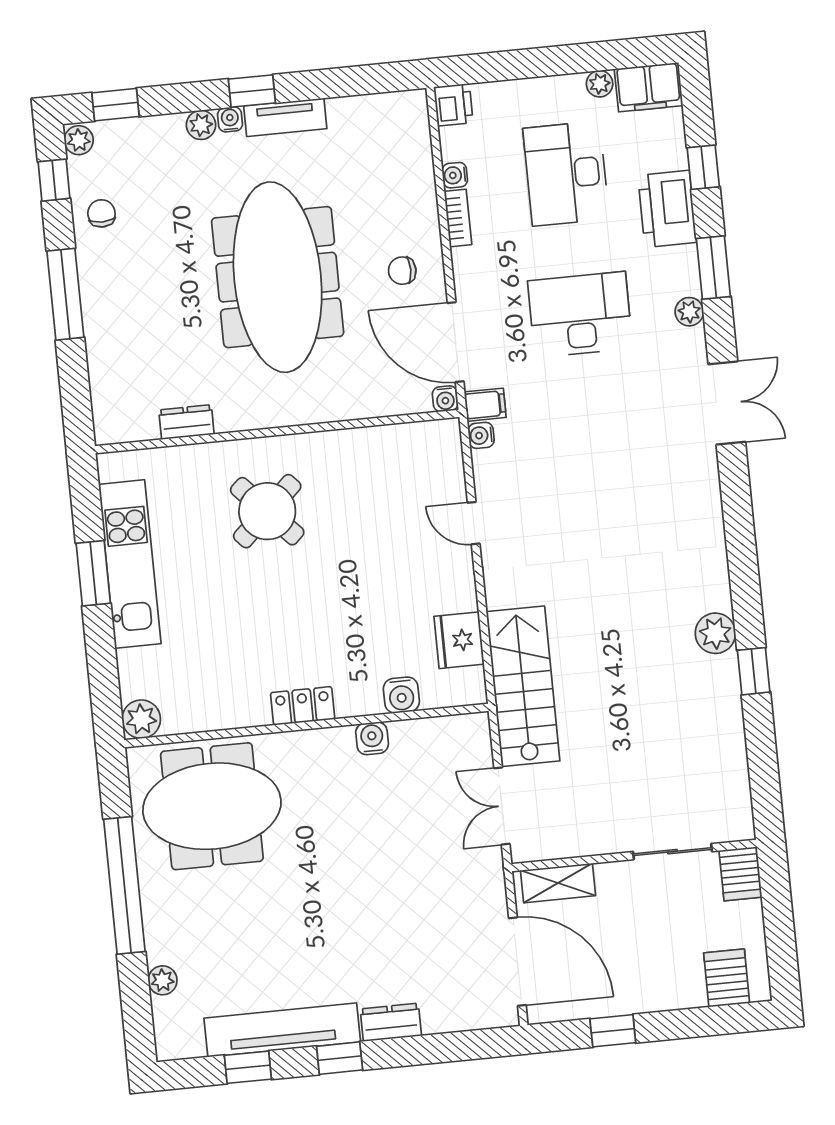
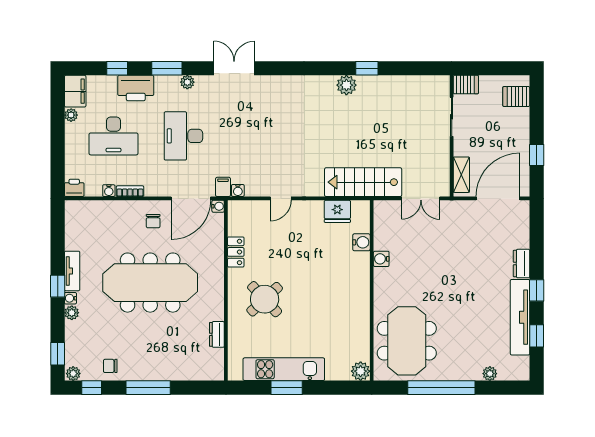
locker: (303, 706) -> (236, 252), moved, turned 180

